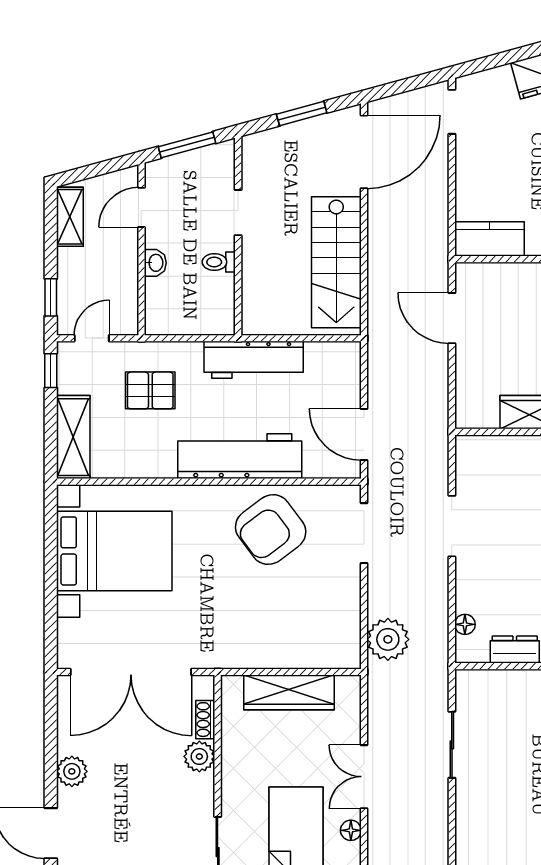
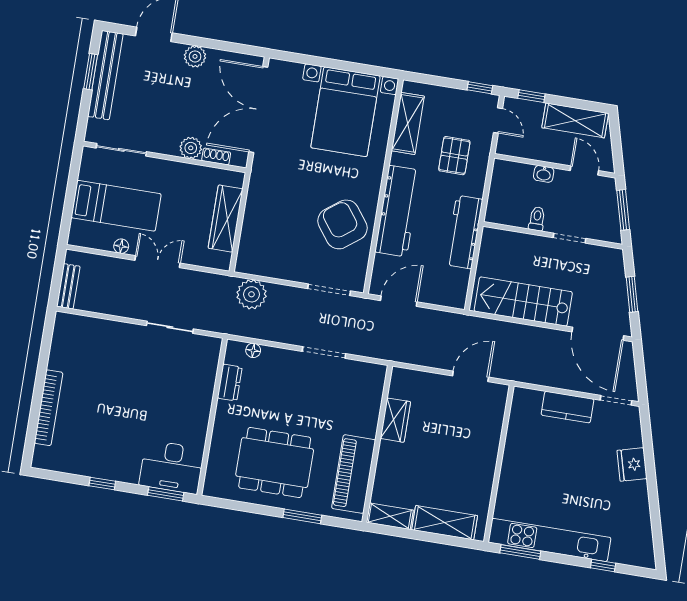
shelving: (70, 217) -> (575, 120), width x1.50, depth x1.33
kitchen counter: (489, 239) -> (567, 407), moved, turned 90
shelving: (73, 437) -> (408, 123), moved, turned 90

